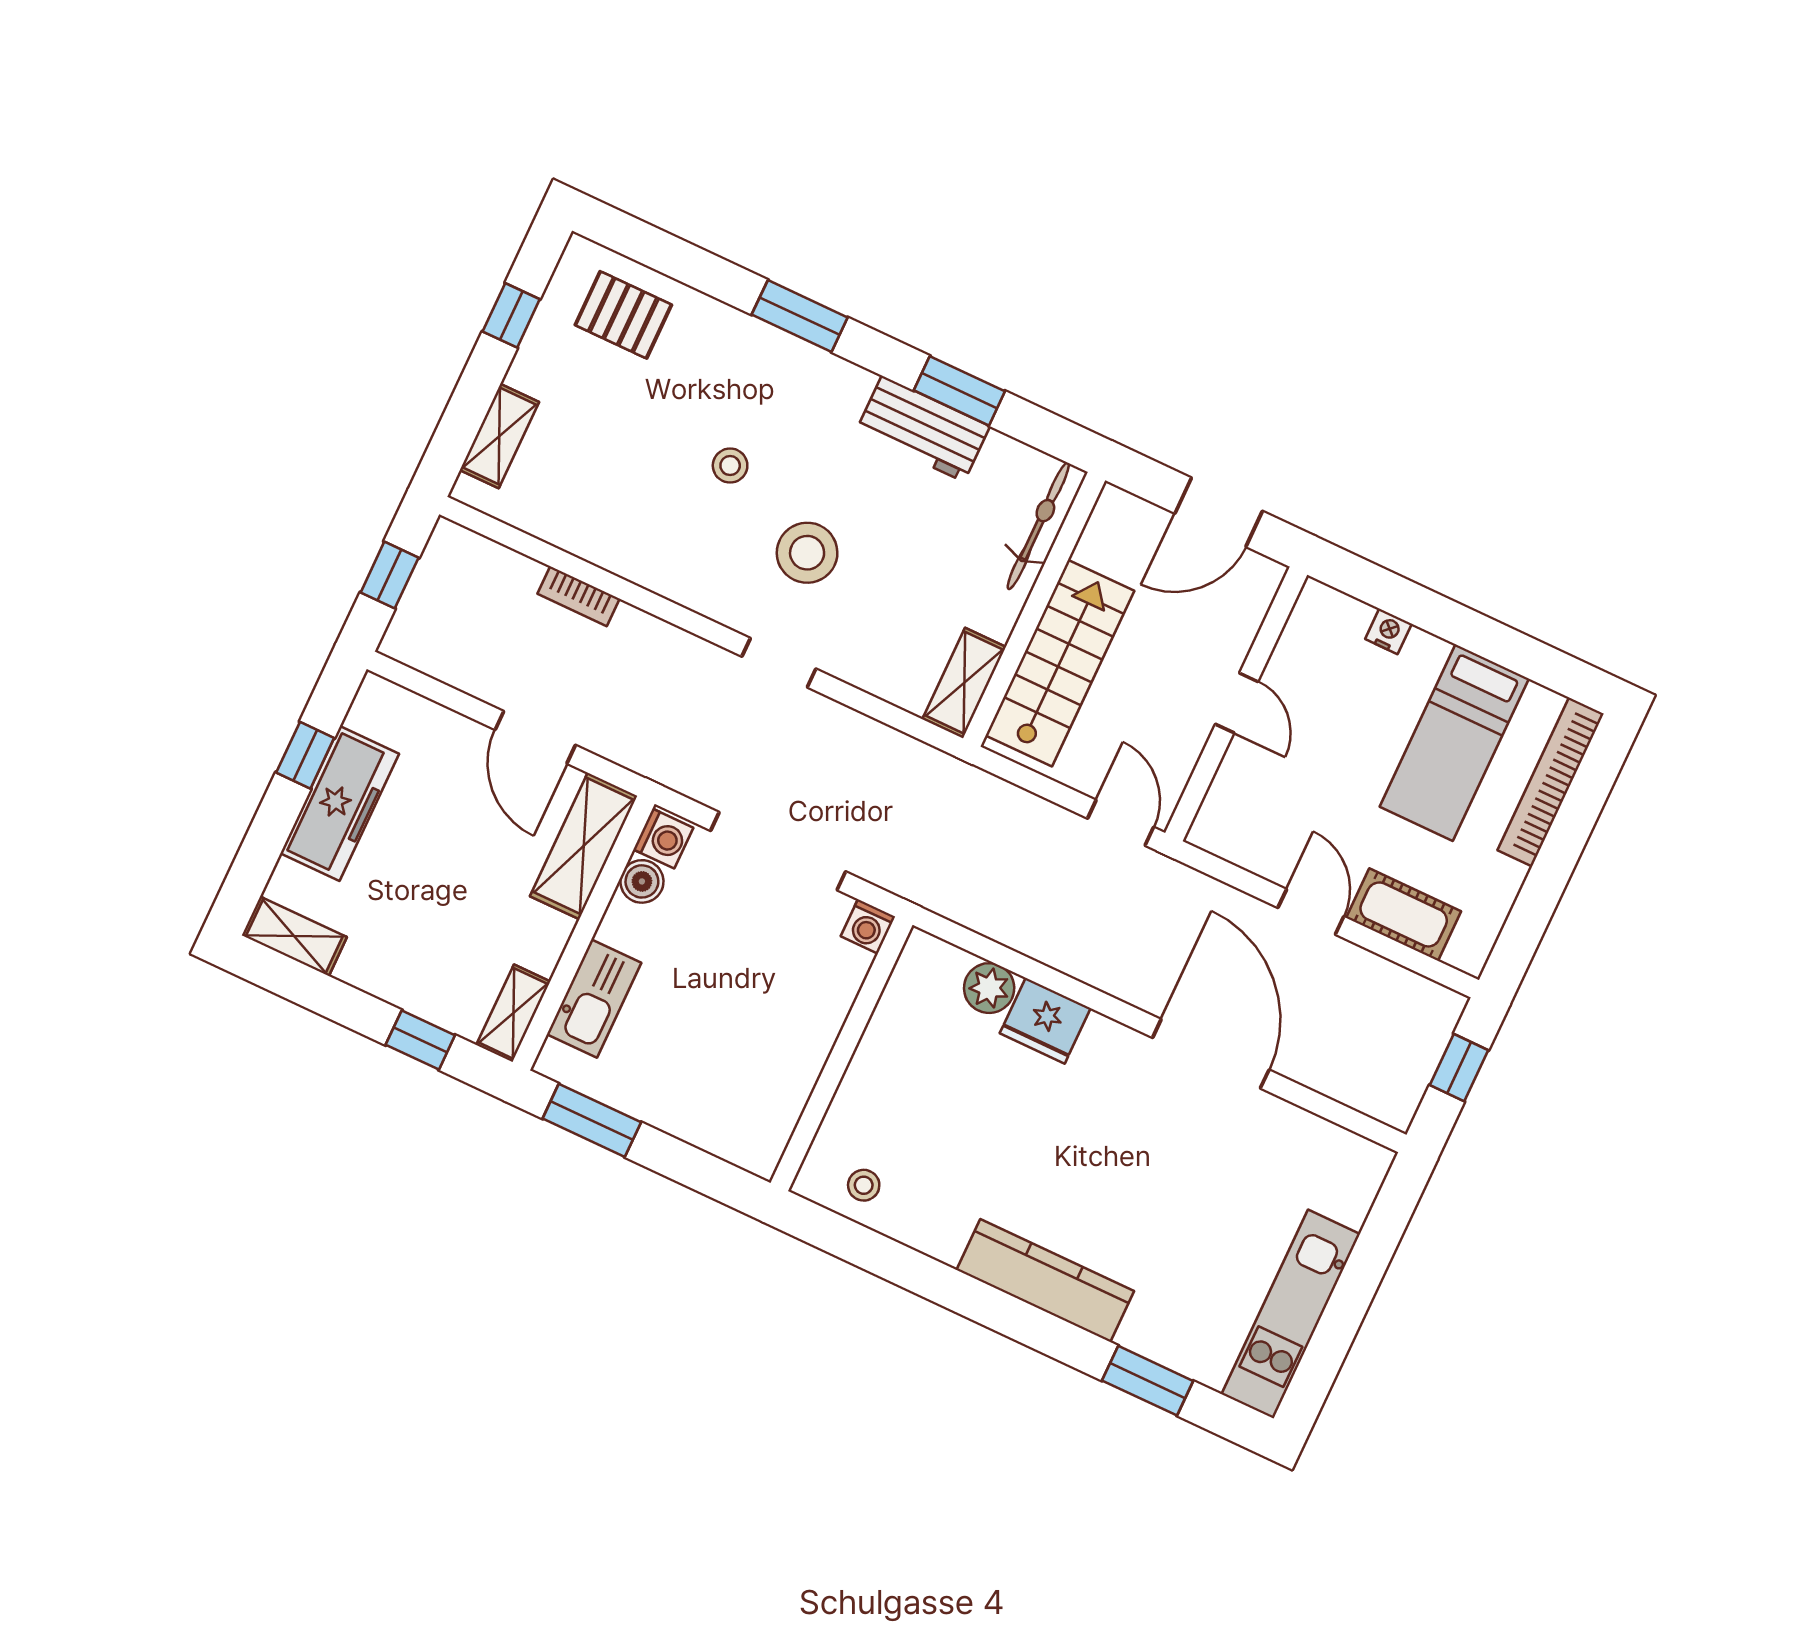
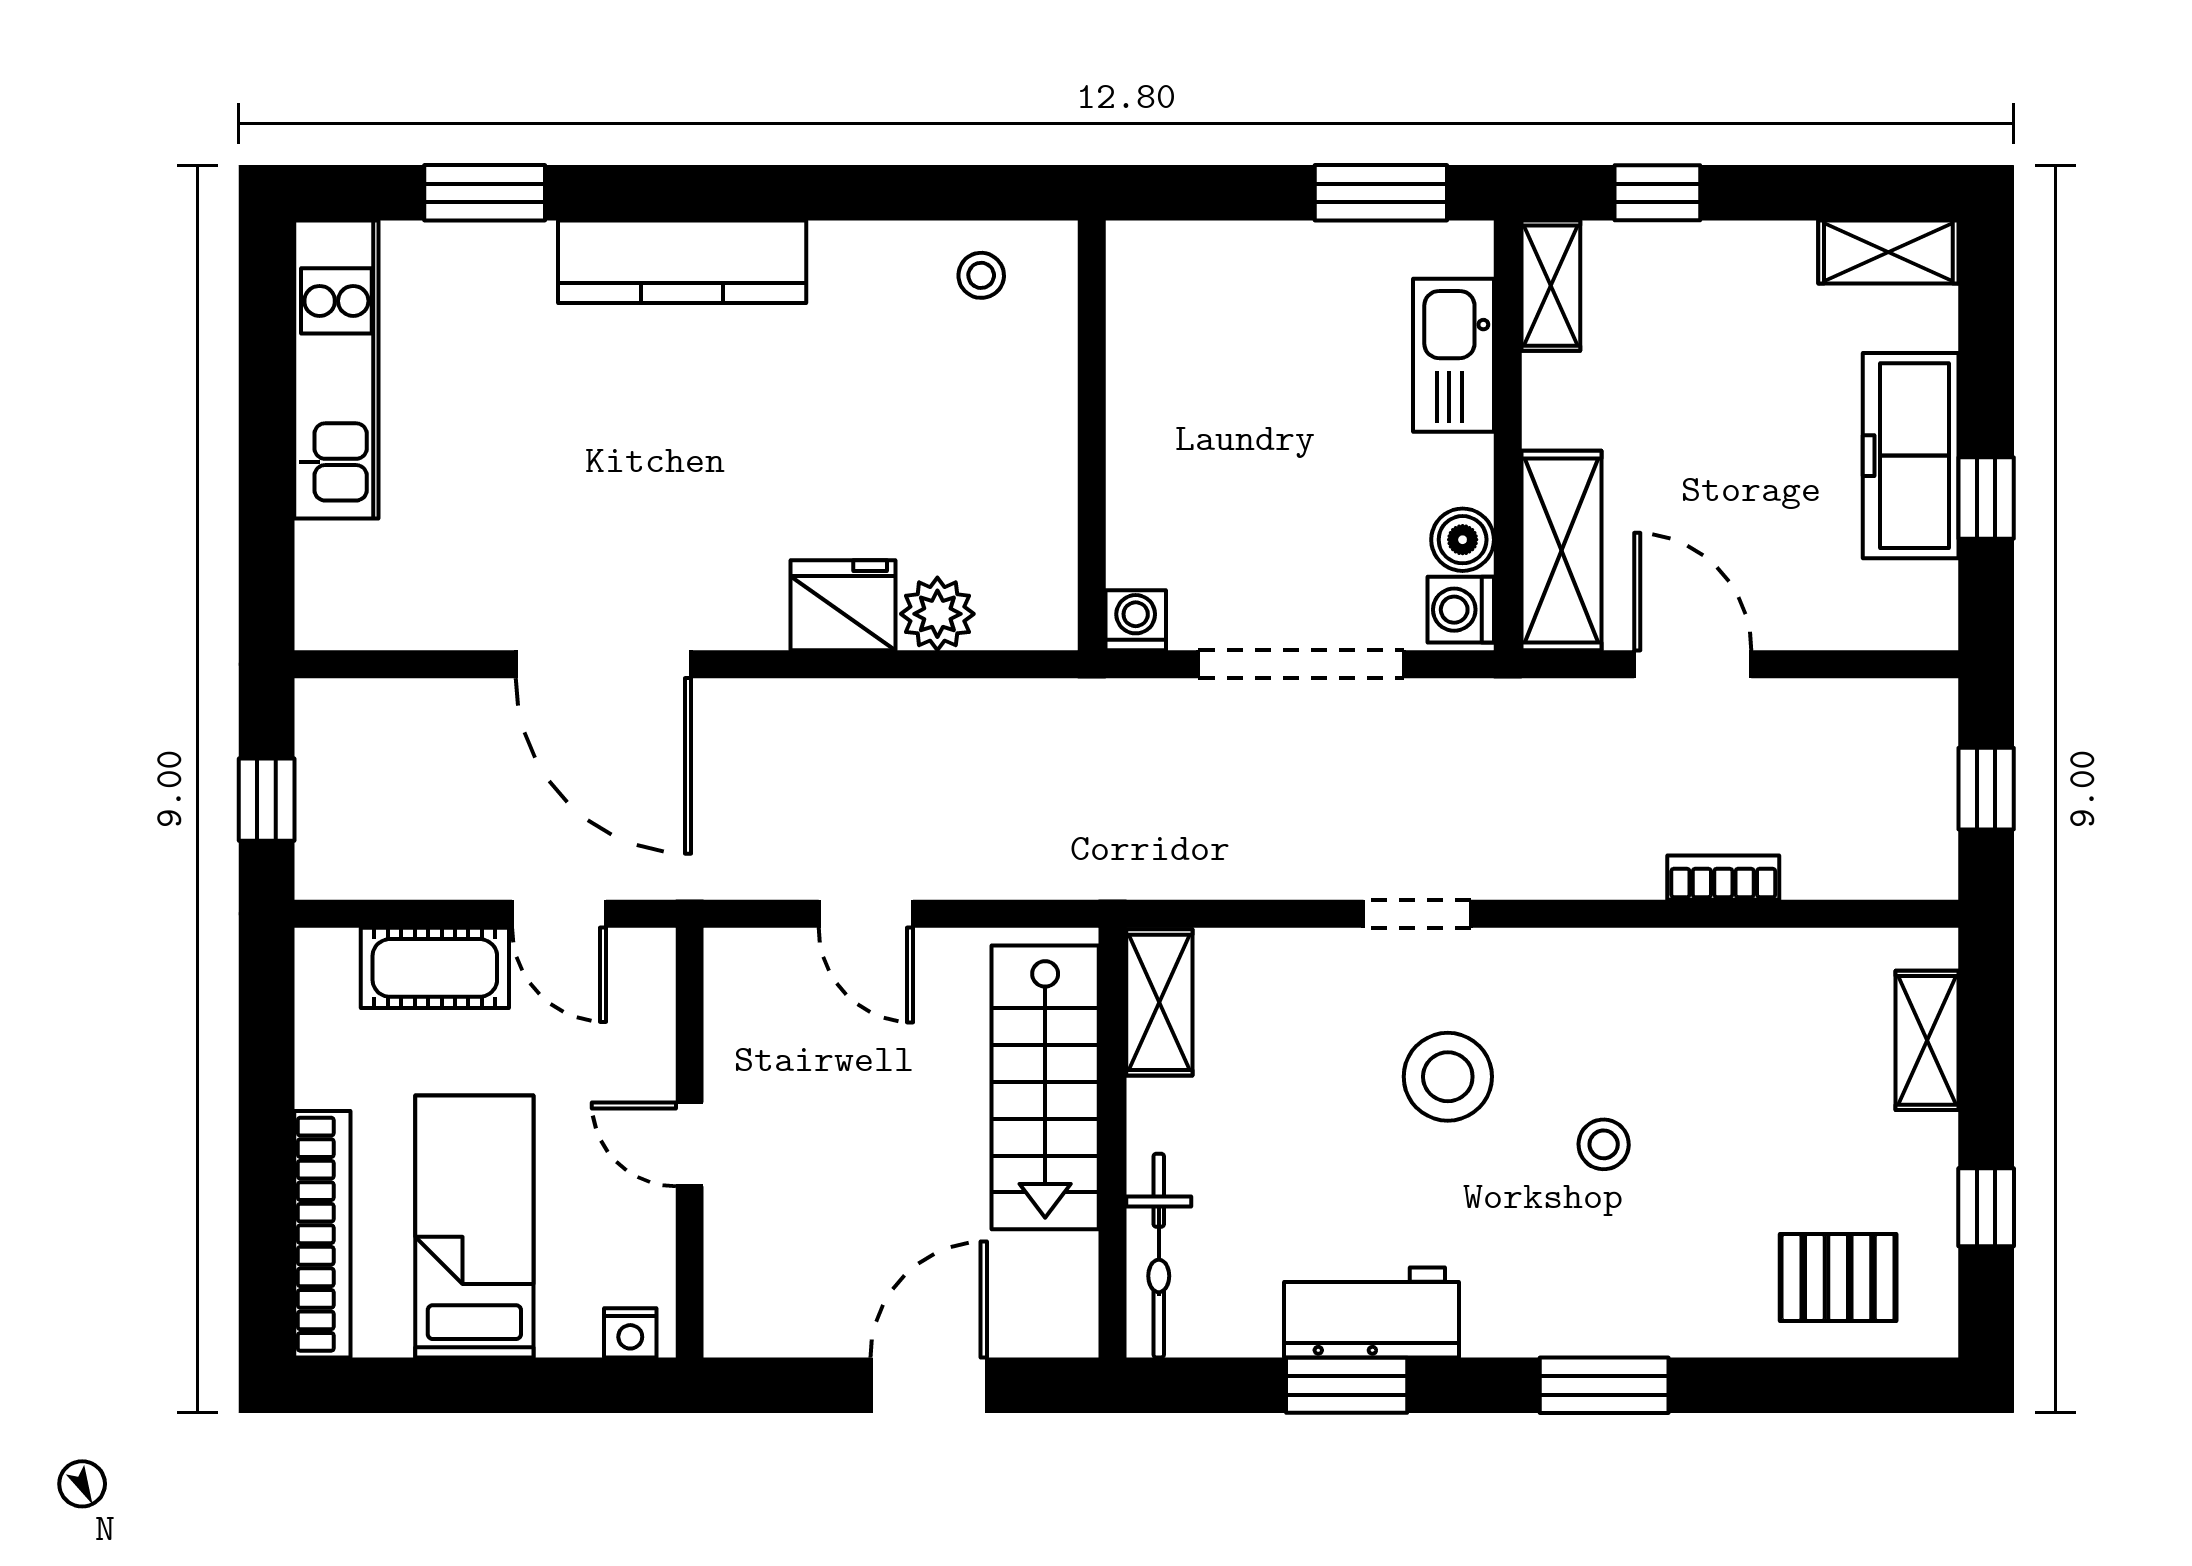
door: (1237, 703) -> (690, 1144), moved
wall: (1236, 704) -> (690, 1143), moved

